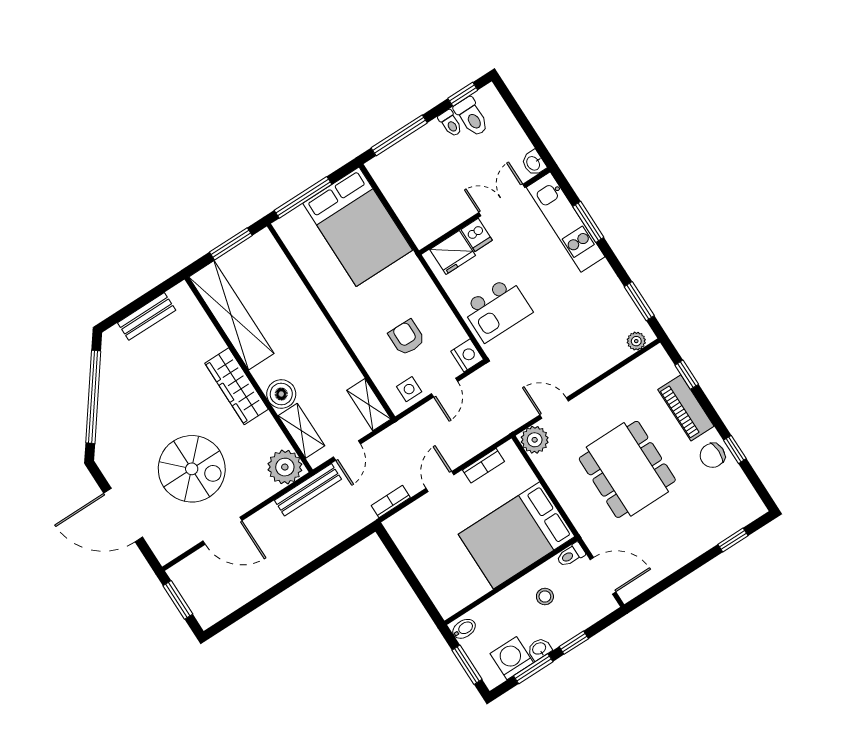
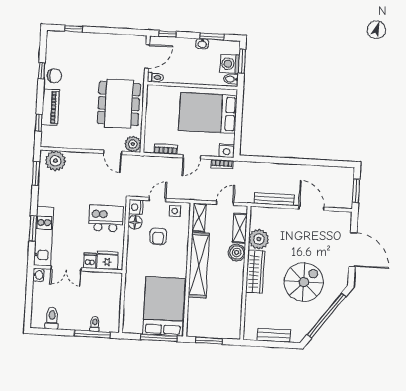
window: (463, 94) -> (48, 332), removed
toilet: (450, 123) -> (95, 324), moved
bed: (358, 227) -> (164, 306), moved
shelving: (231, 315) -> (199, 265), moved
floor lamp: (453, 333) -> (135, 222), added
plant: (636, 341) -> (55, 161), width x1.88, depth x1.88
plant: (285, 467) -> (259, 239), moved
spiral stairs: (192, 469) -> (304, 282), moved, turned 90
dining table: (627, 469) -> (119, 104), moved
bench: (308, 490) -> (274, 199), moved
nightstand: (398, 525) -> (227, 151), added
bed: (517, 535) -> (208, 113), moved, turned 180
door: (603, 576) -> (147, 56), swing flipped
stool: (545, 597) -> (182, 67), removed
window: (574, 643) -> (168, 34), moved
washing machine: (512, 658) -> (230, 64), moved, turned 90

